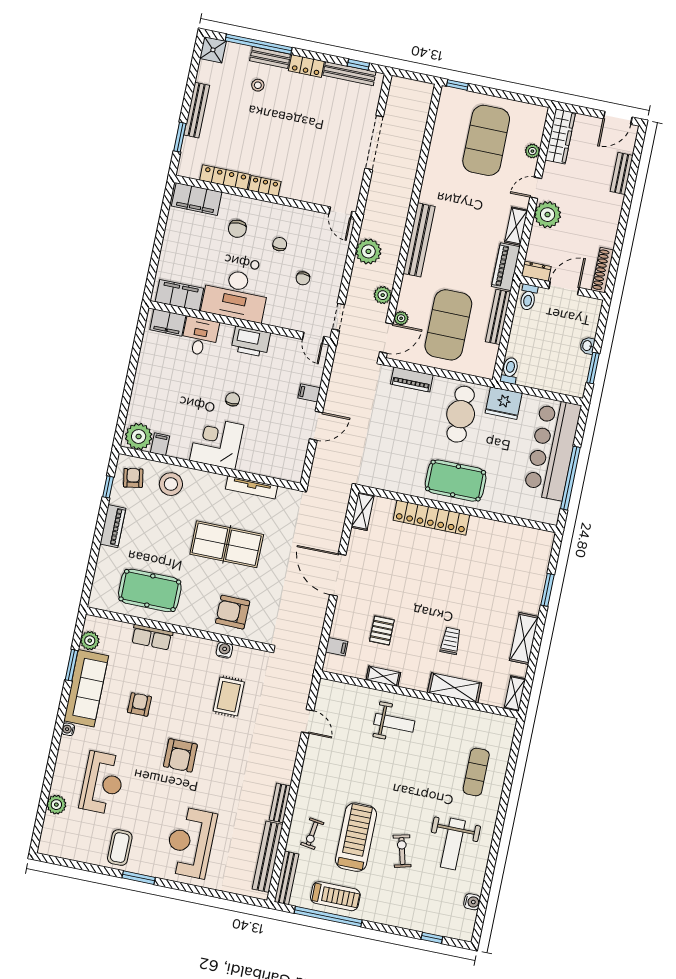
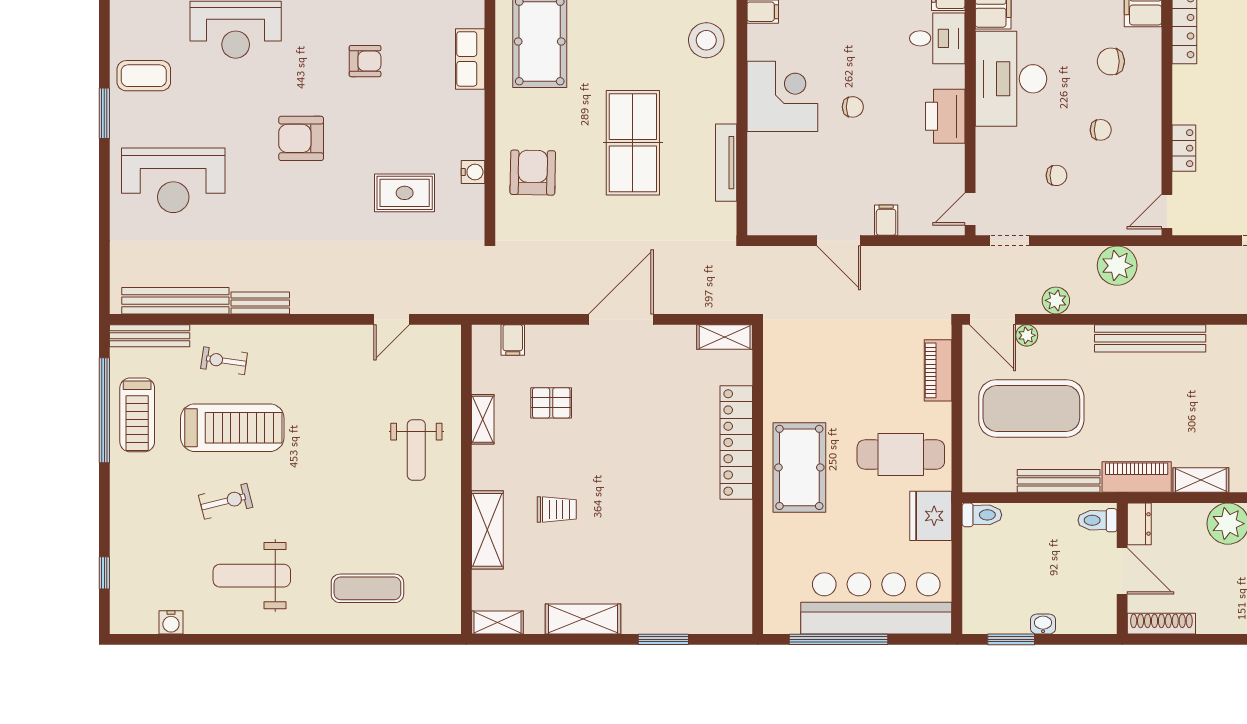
locker: (265, 186) -> (1184, 148), moved
chair: (303, 278) -> (1057, 175), turned 180
reception desk: (190, 842) -> (173, 180), turned 180

